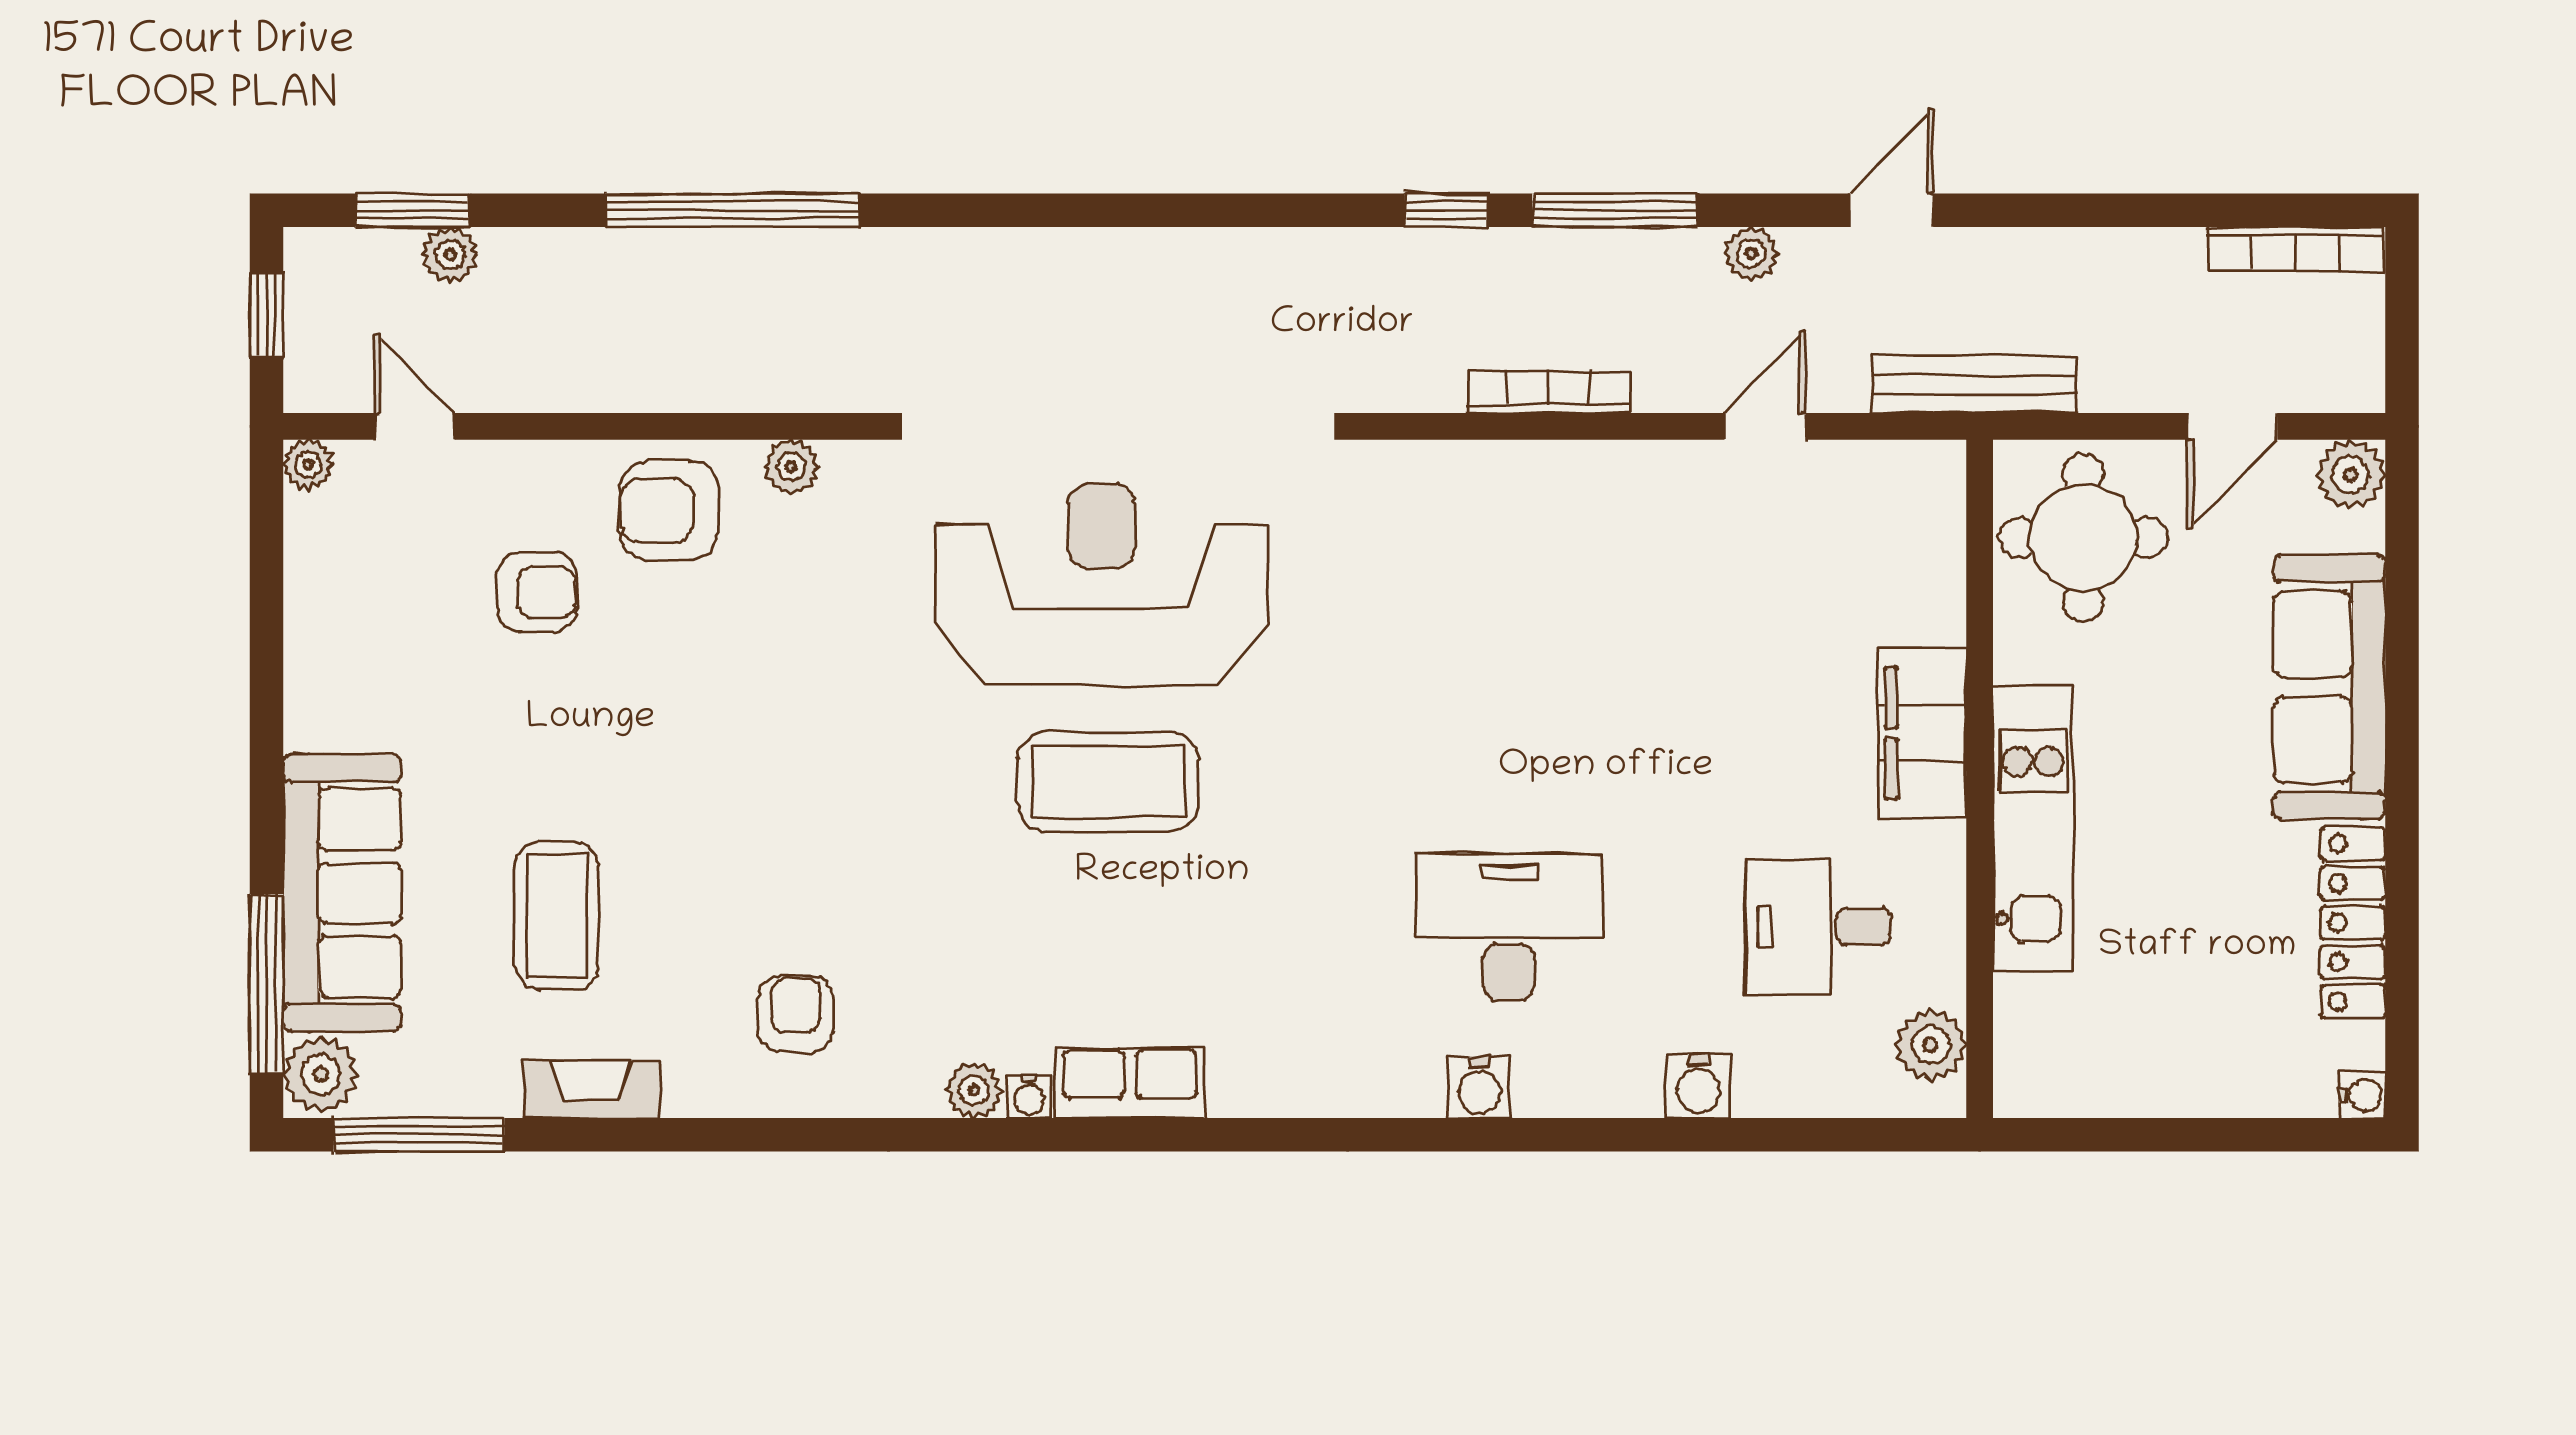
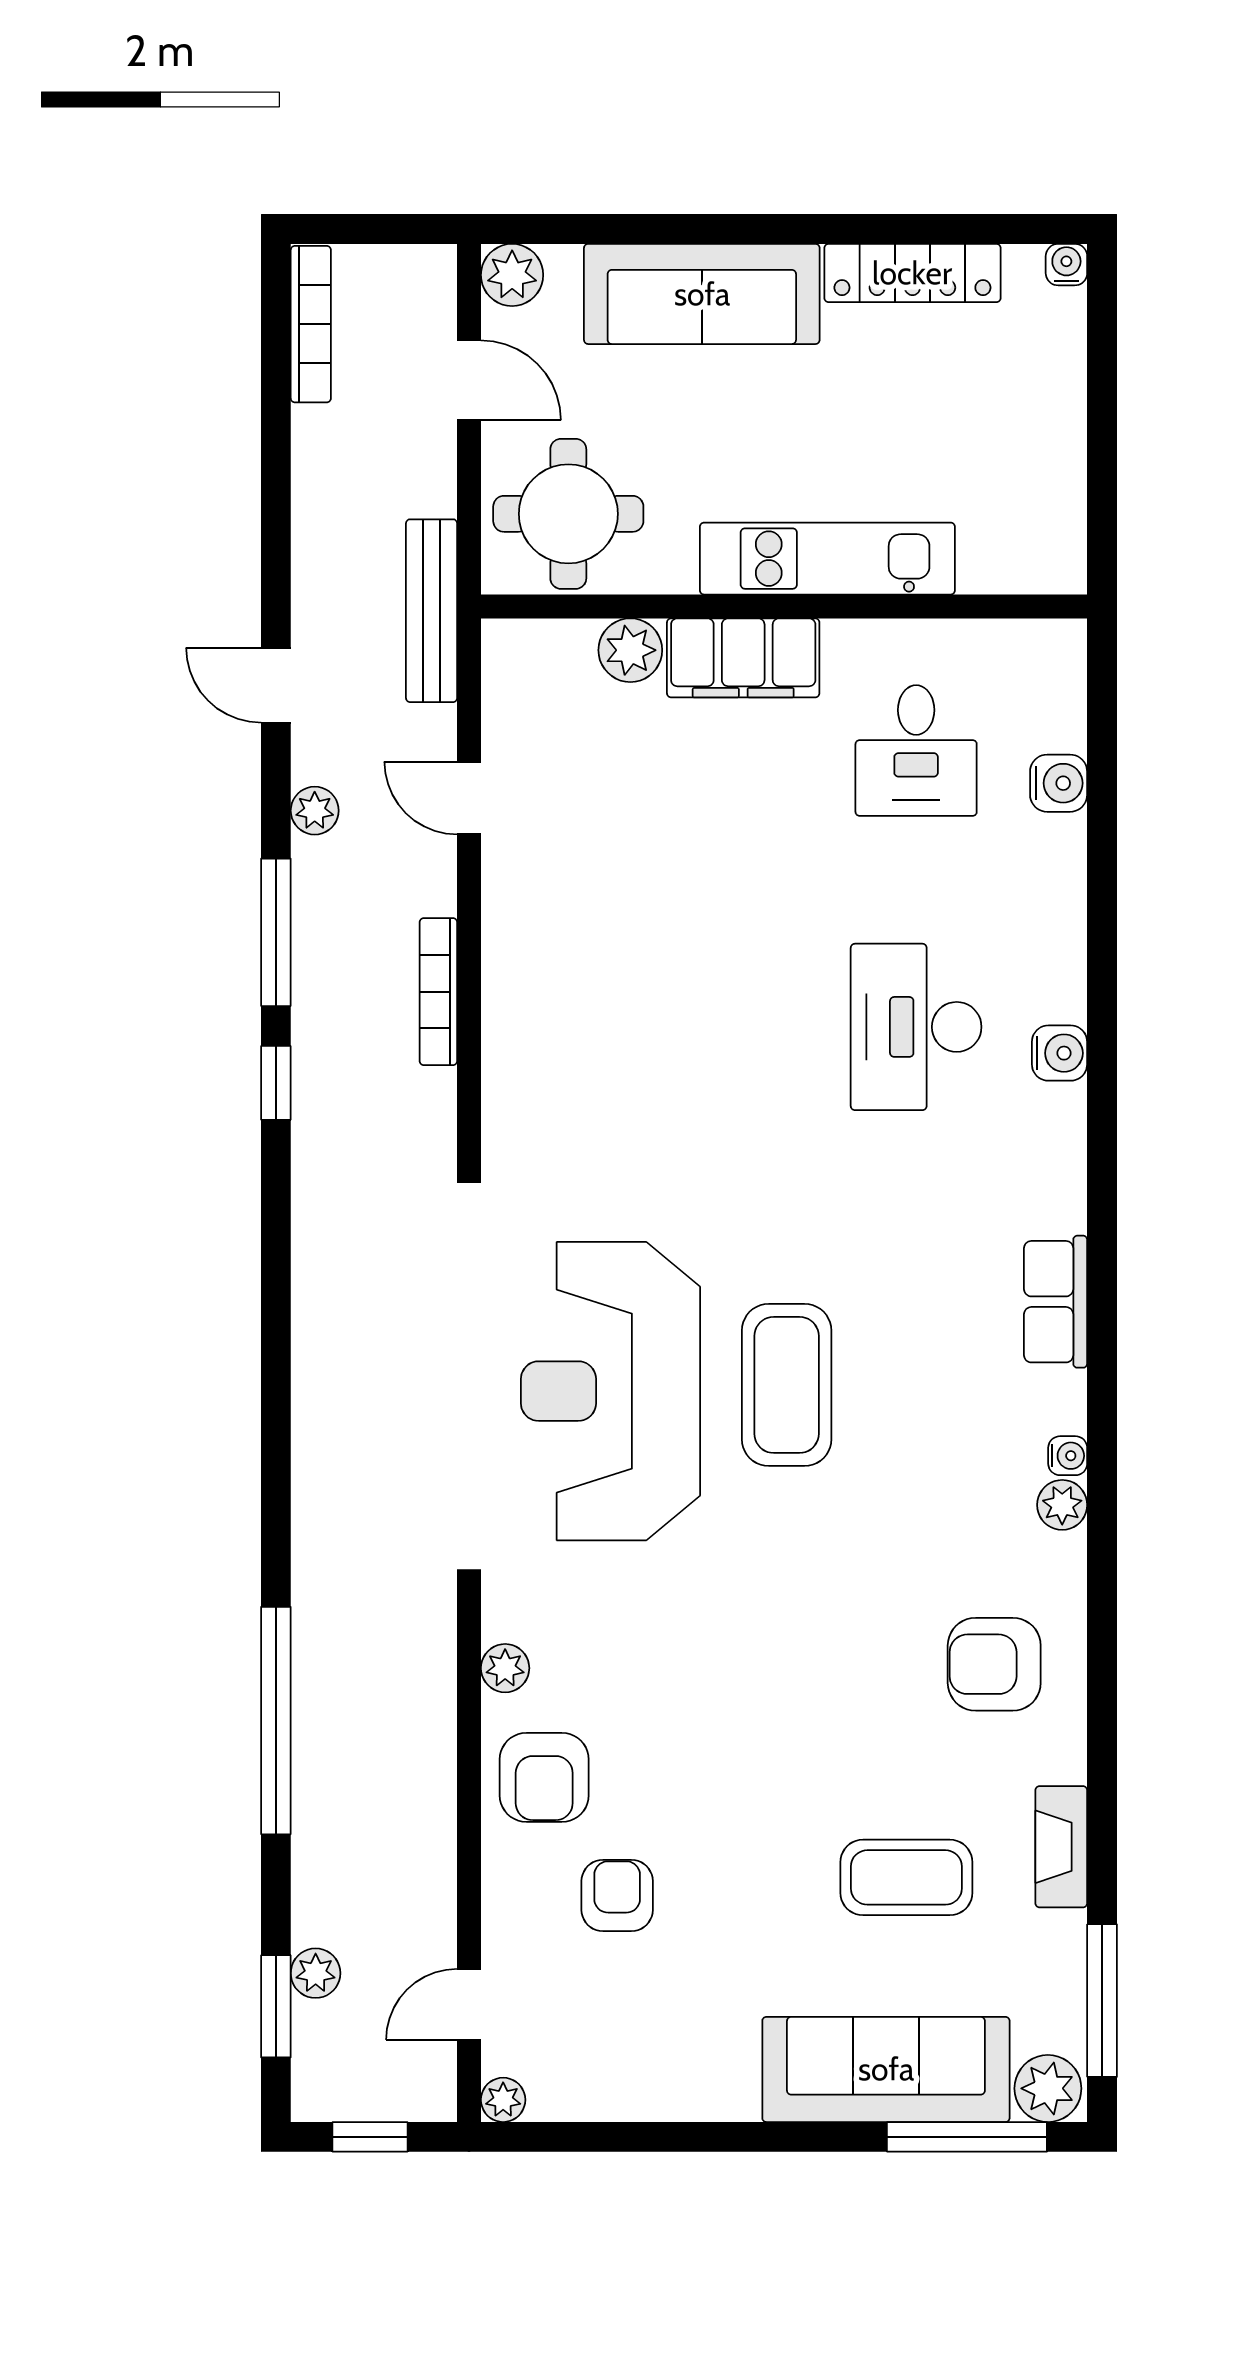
armchair: (796, 1014) -> (994, 1664), width x1.38, depth x1.38
plant: (1931, 1045) -> (630, 650), moved
row of seats: (1130, 1083) -> (1056, 1302), moved
water cooler: (1698, 1086) -> (1059, 783), moved

